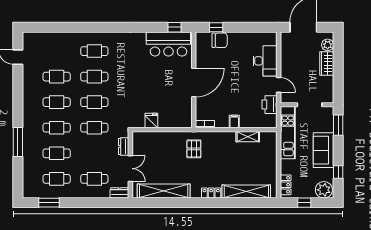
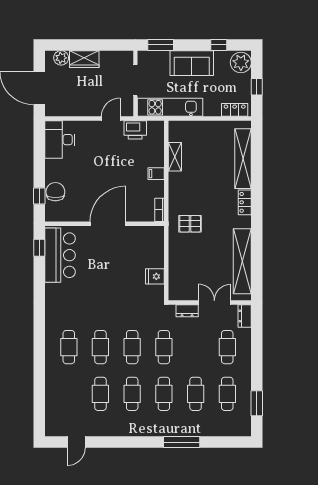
desk: (265, 61) -> (60, 140), moved, turned -90
door: (194, 83) -> (108, 224), hinge flipped

